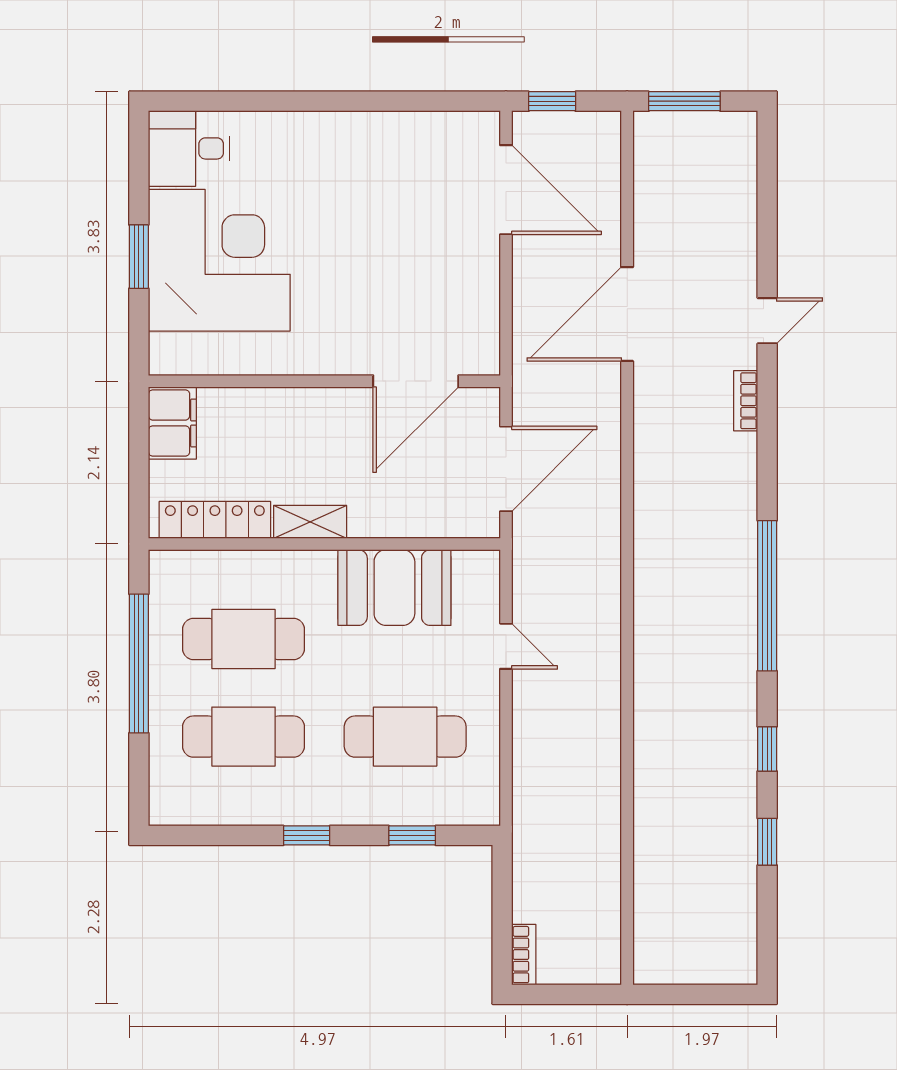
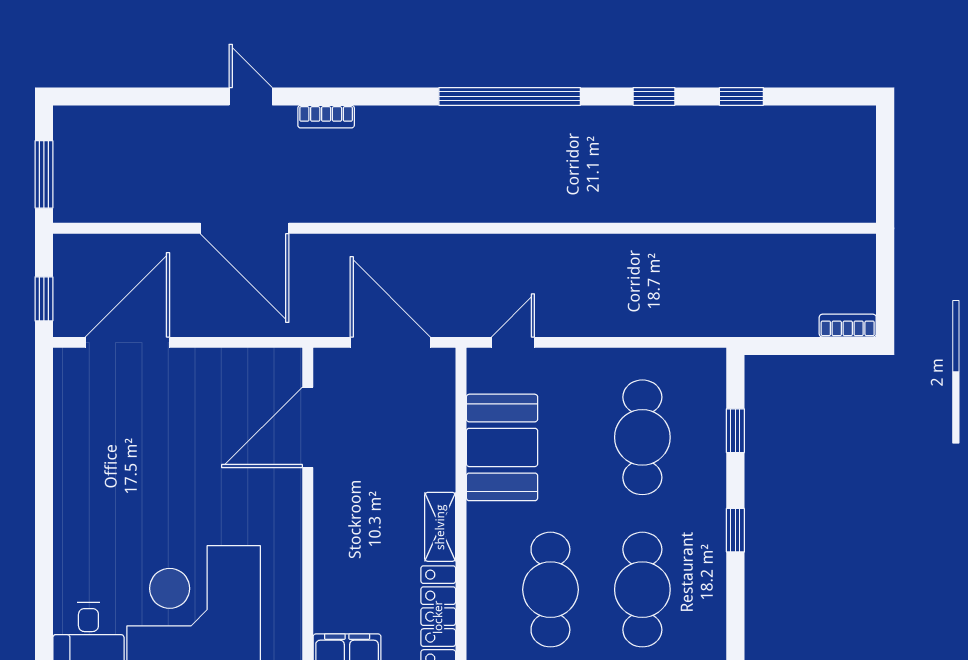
door: (416, 381) -> (308, 427), swing flipped
door: (506, 646) -> (513, 342), moved

